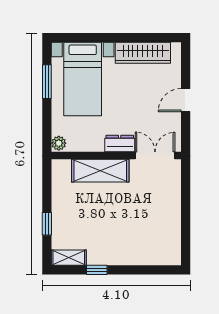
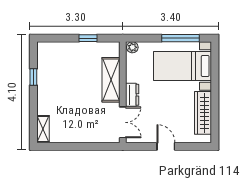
window: (47, 82) -> (180, 38), width x1.44
window: (47, 224) -> (88, 38), moved
shelving: (69, 258) -> (43, 129), moved

